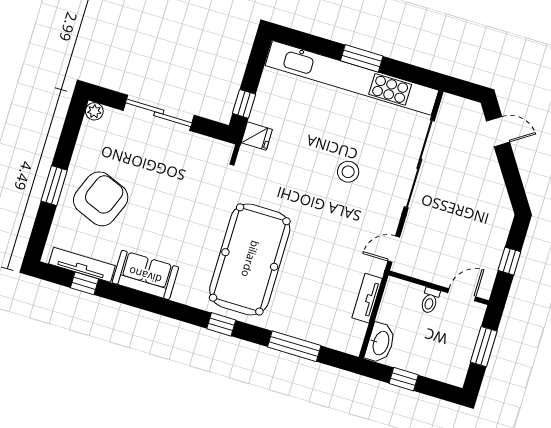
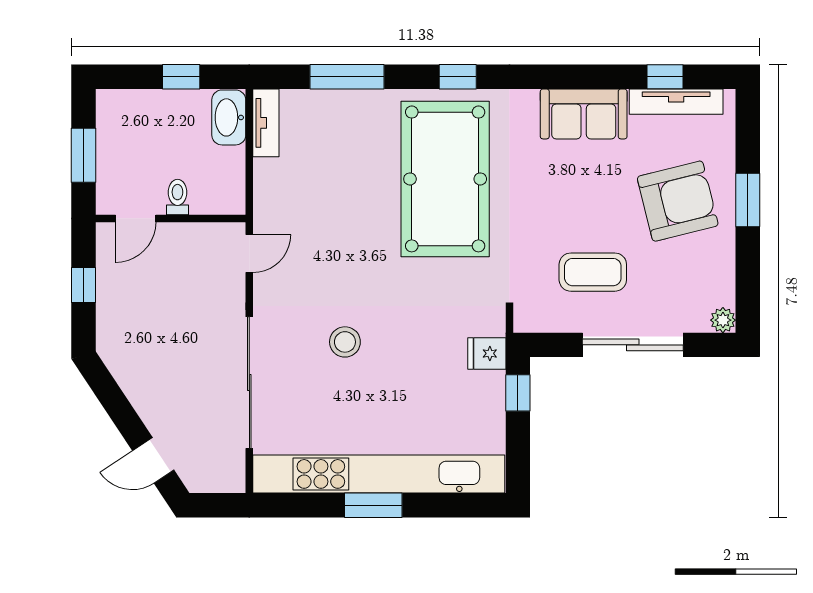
coffee table: (171, 169) -> (593, 272), added
armchair: (101, 199) -> (678, 201), turned -126
tv unit: (367, 298) -> (266, 123), moved

